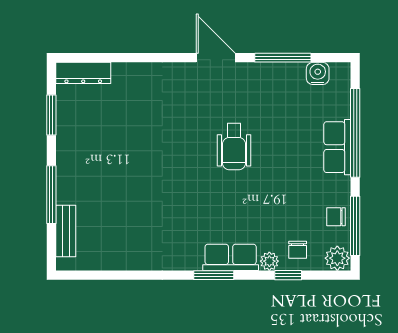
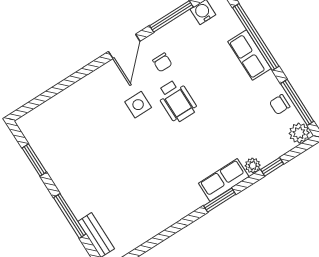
door: (216, 58) -> (124, 46), swing flipped
dresser: (83, 73) -> (38, 116), removed
side table: (192, 126) -> (138, 105), added
chair: (298, 250) -> (162, 62), moved

